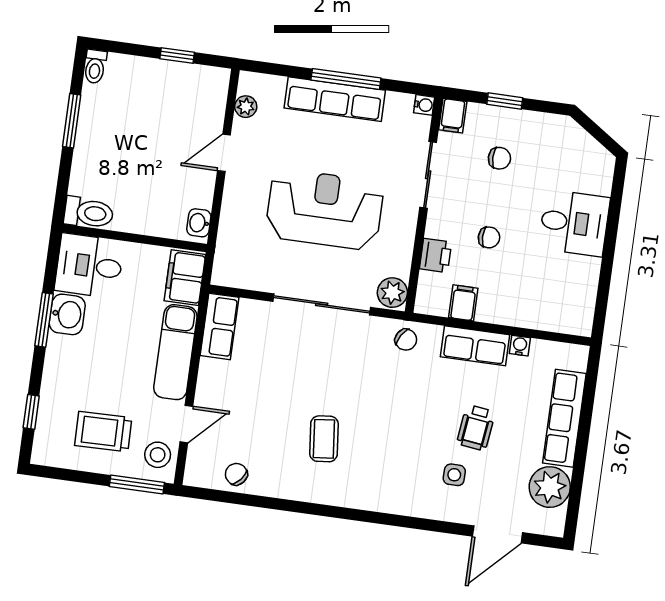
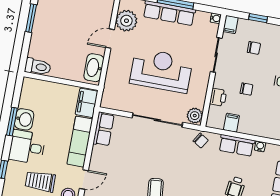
plant: (246, 107) -> (126, 21), width x1.87, depth x1.87
washbasin: (199, 223) -> (94, 68), width x1.91, depth x1.45
desk: (89, 266) -> (27, 147), moved

